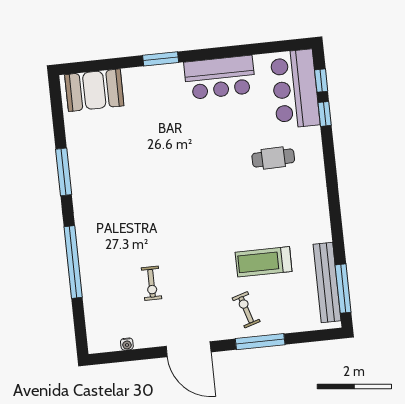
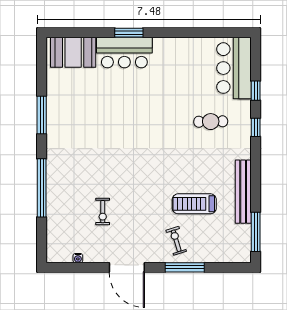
bar counter: (220, 77) -> (124, 53), moved
window: (321, 81) -> (256, 127), moved
bench: (327, 282) -> (243, 192), moved

